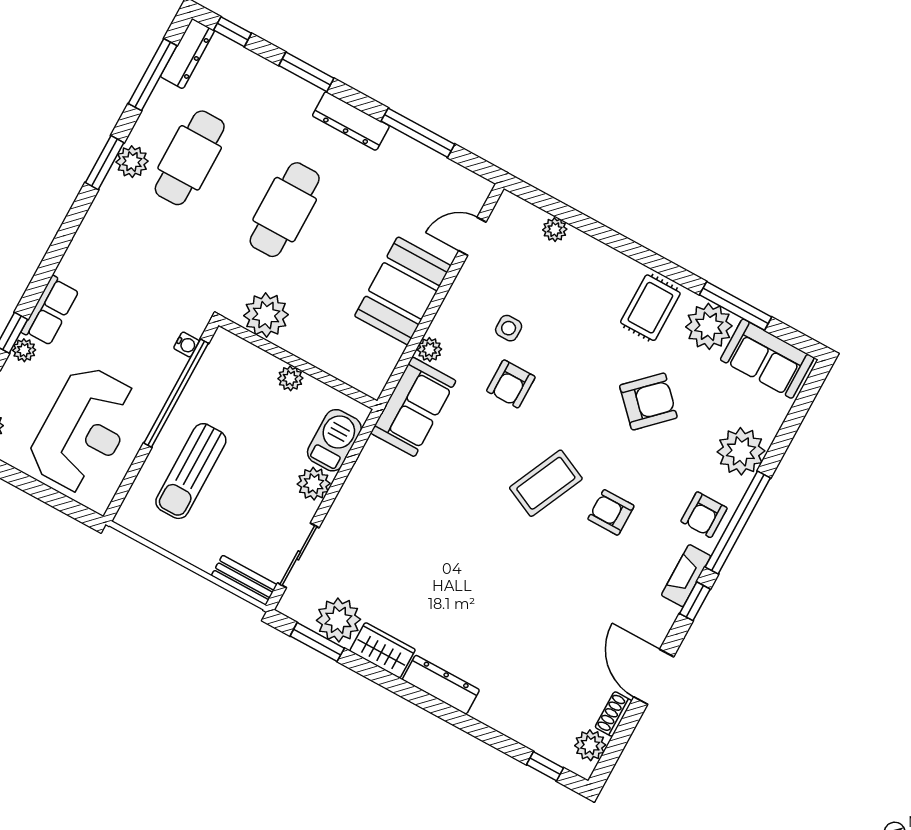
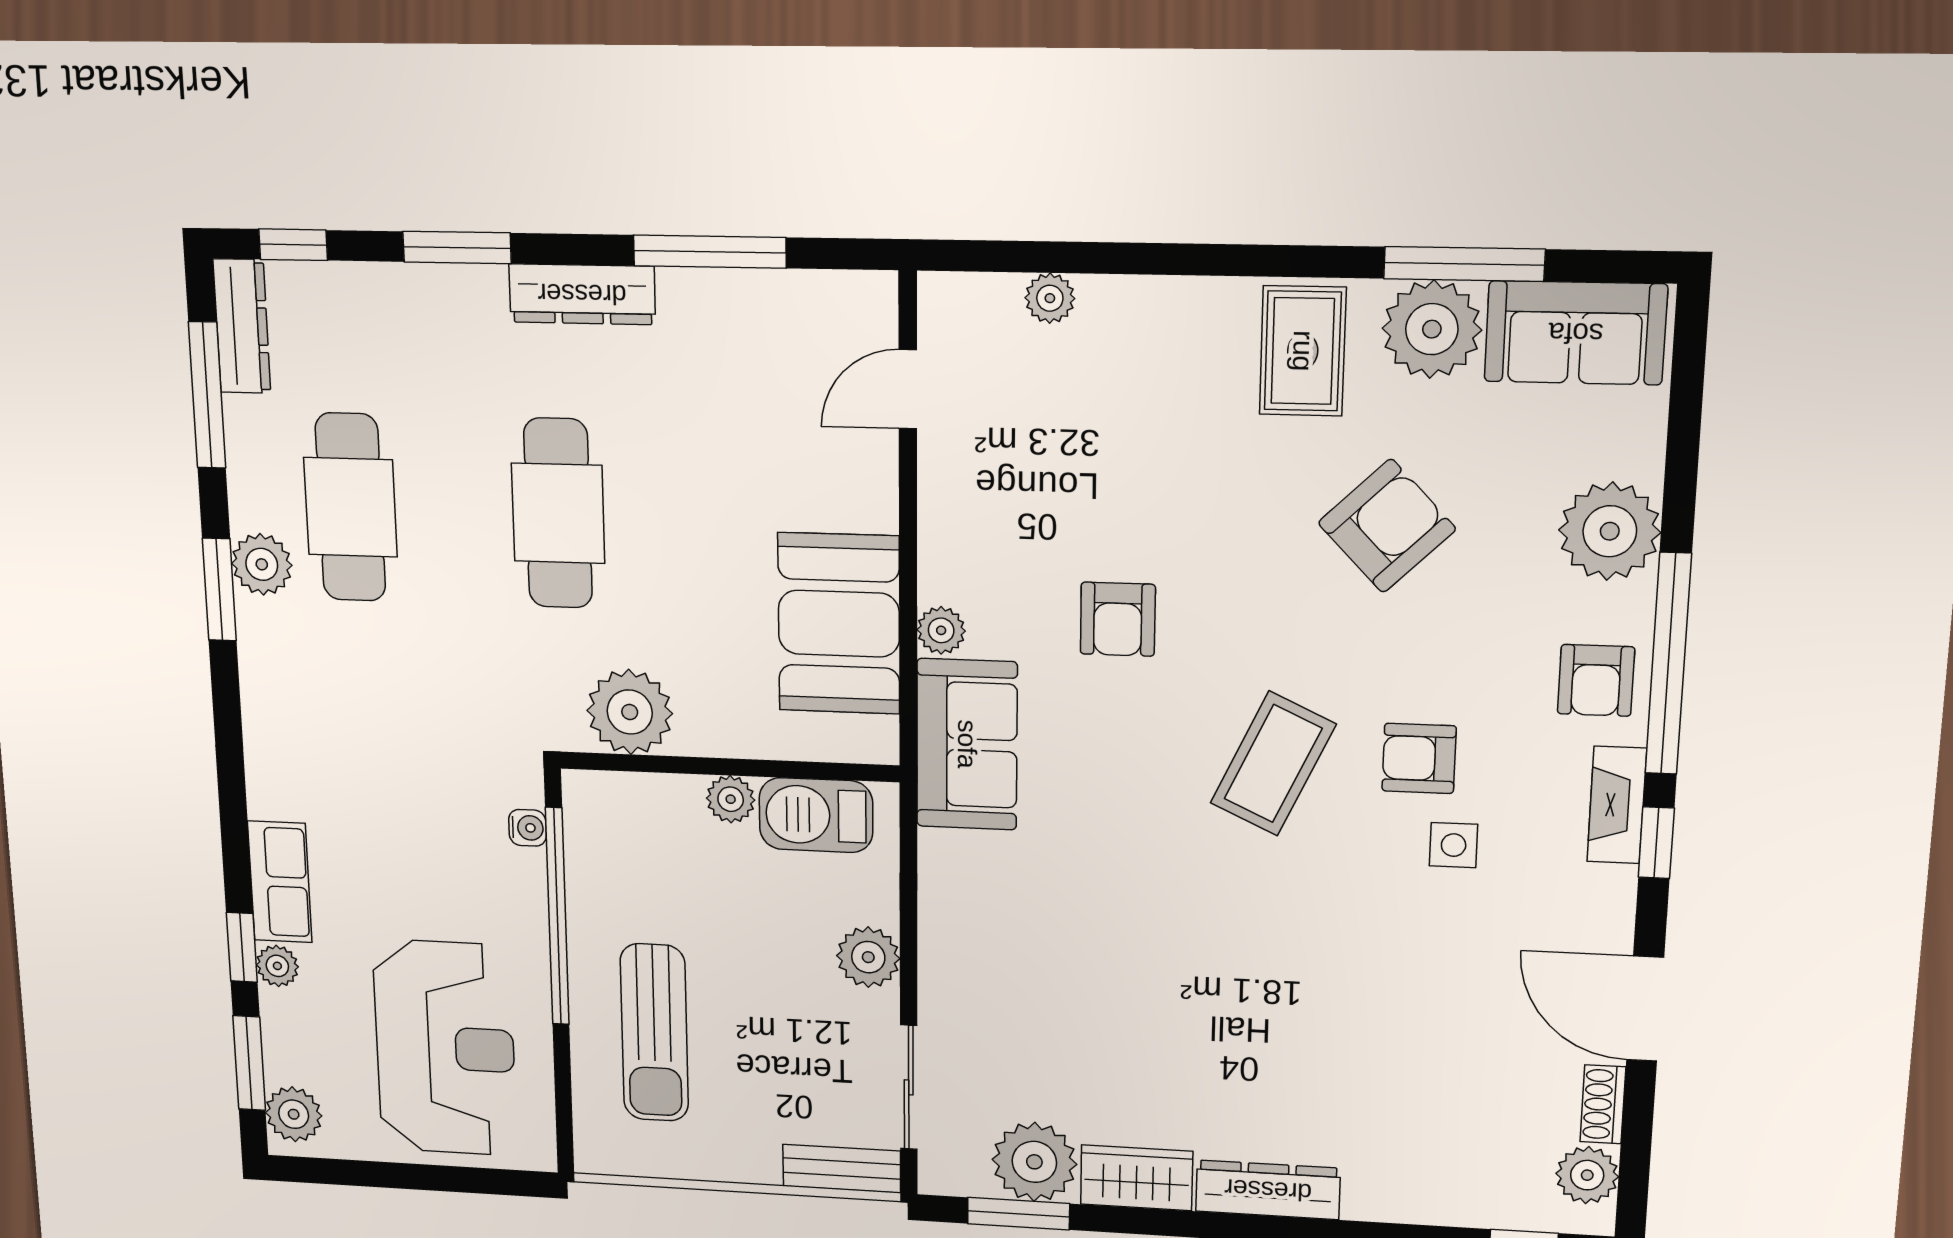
booth: (403, 291) -> (839, 624), moved
side table: (509, 328) -> (1454, 845), moved
barbecue: (334, 440) -> (816, 815), moved, turned -90

